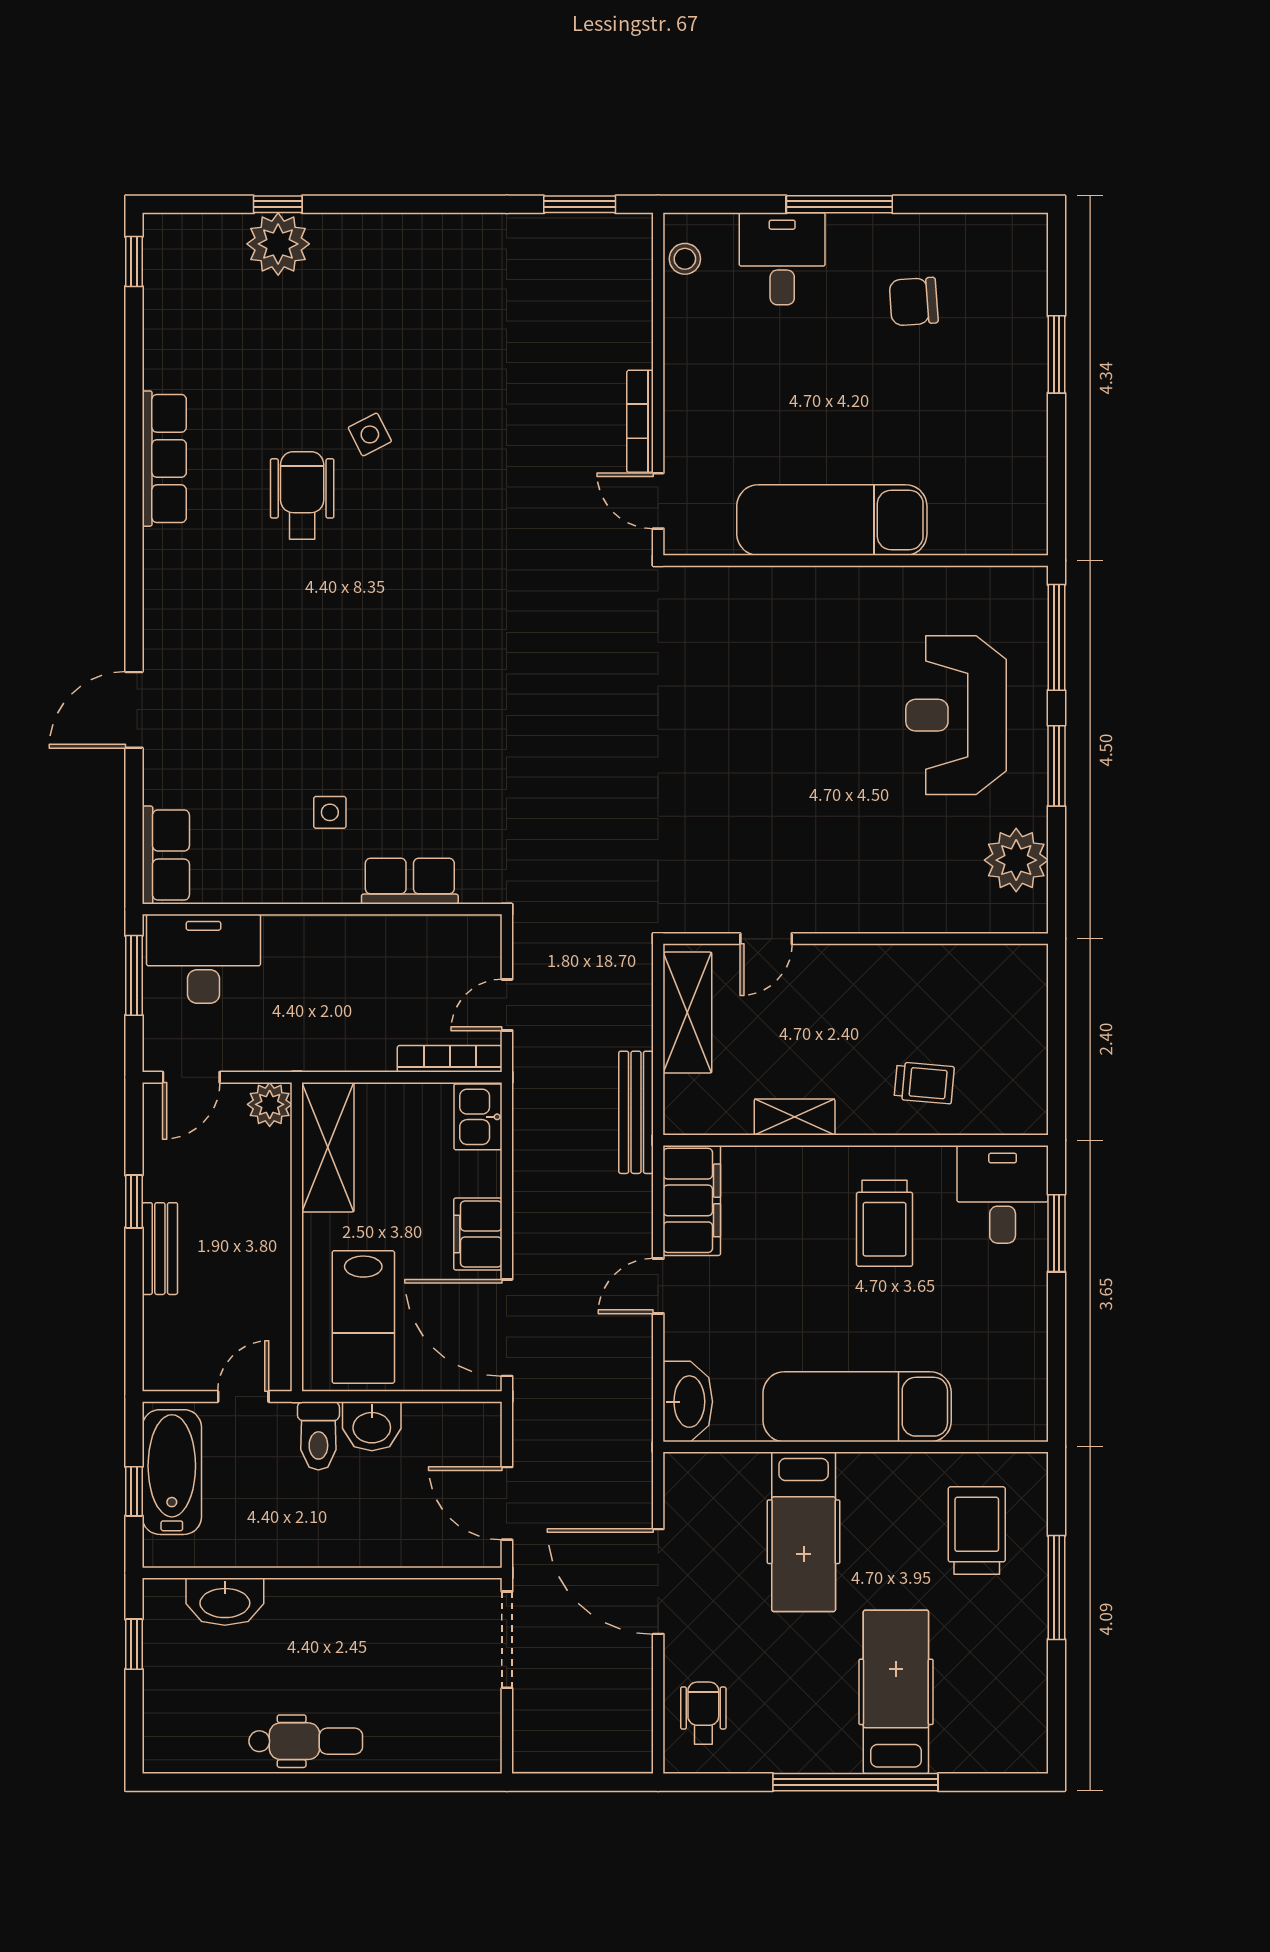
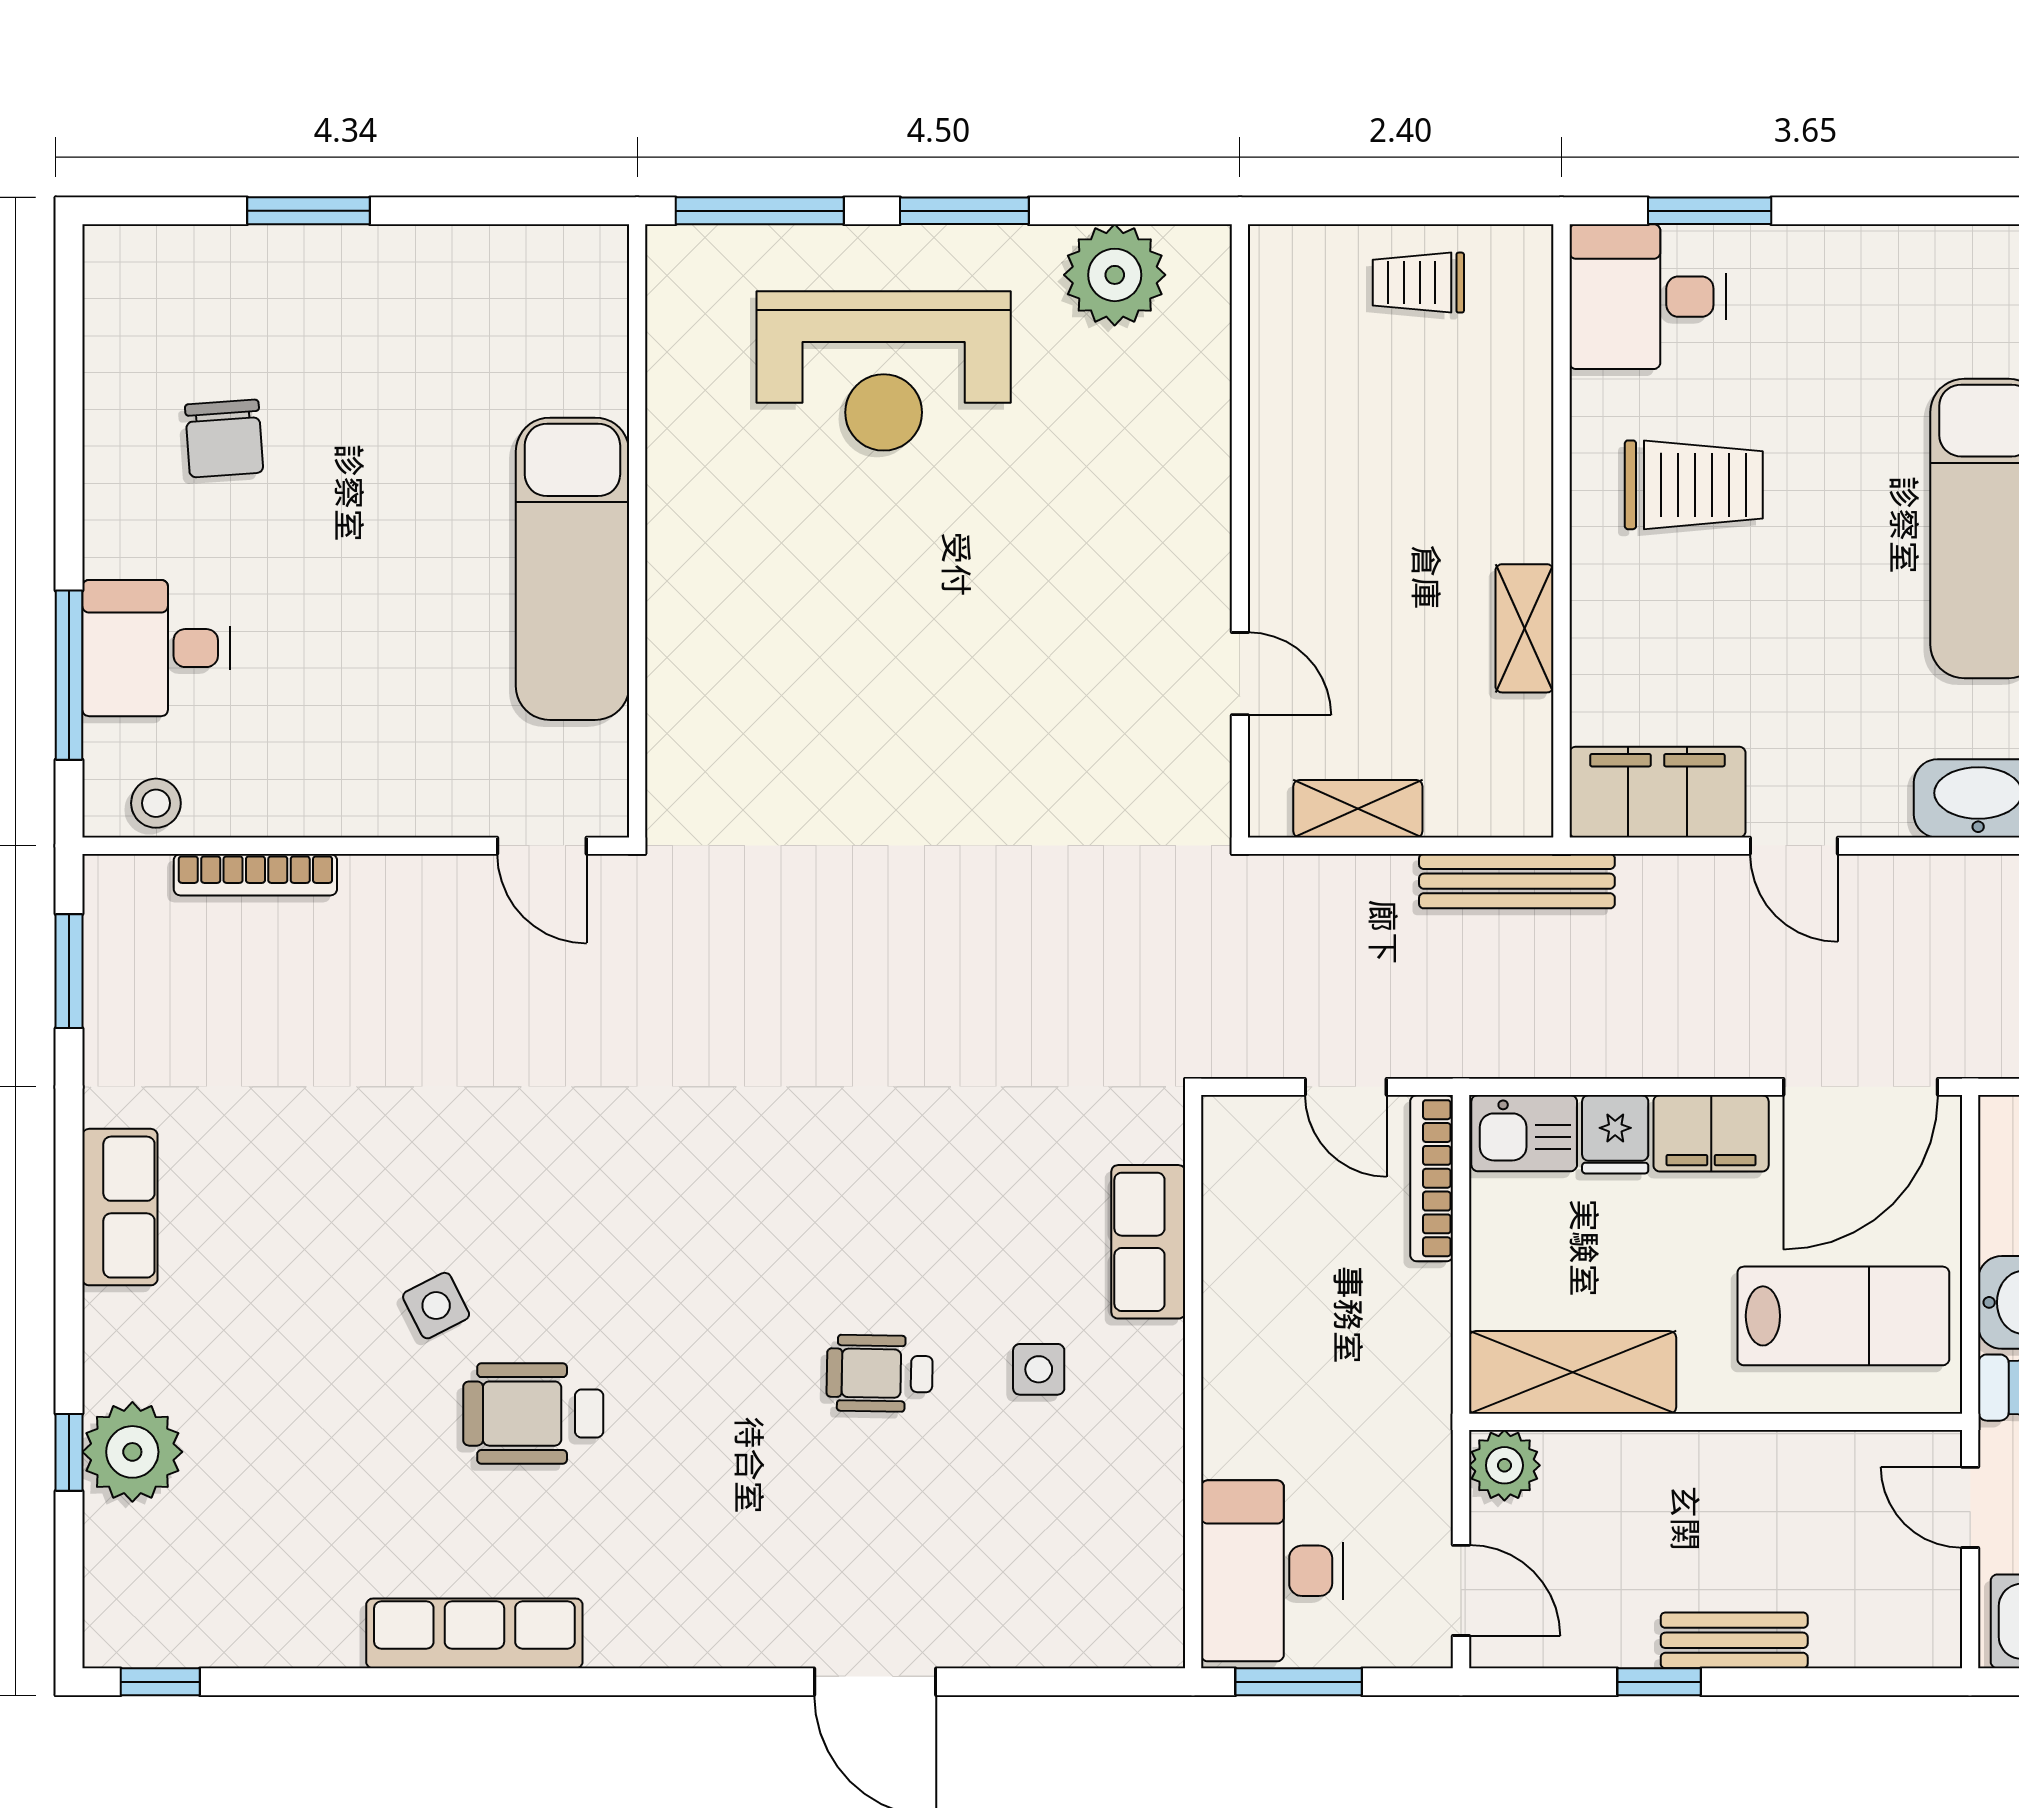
window: (839, 204) -> (69, 675), moved
bookcase: (640, 421) -> (255, 875), moved
door: (658, 501) -> (542, 846), hinge flipped
wheelchair: (327, 713) -> (880, 1373), added
row of seats: (166, 855) -> (120, 1207), moved, turned 90
shelving: (687, 1013) -> (1358, 809), width x0.67, depth x0.75
trolley: (924, 1083) -> (1418, 283), moved, turned -95
fridge: (477, 1174) -> (1615, 1134), added

